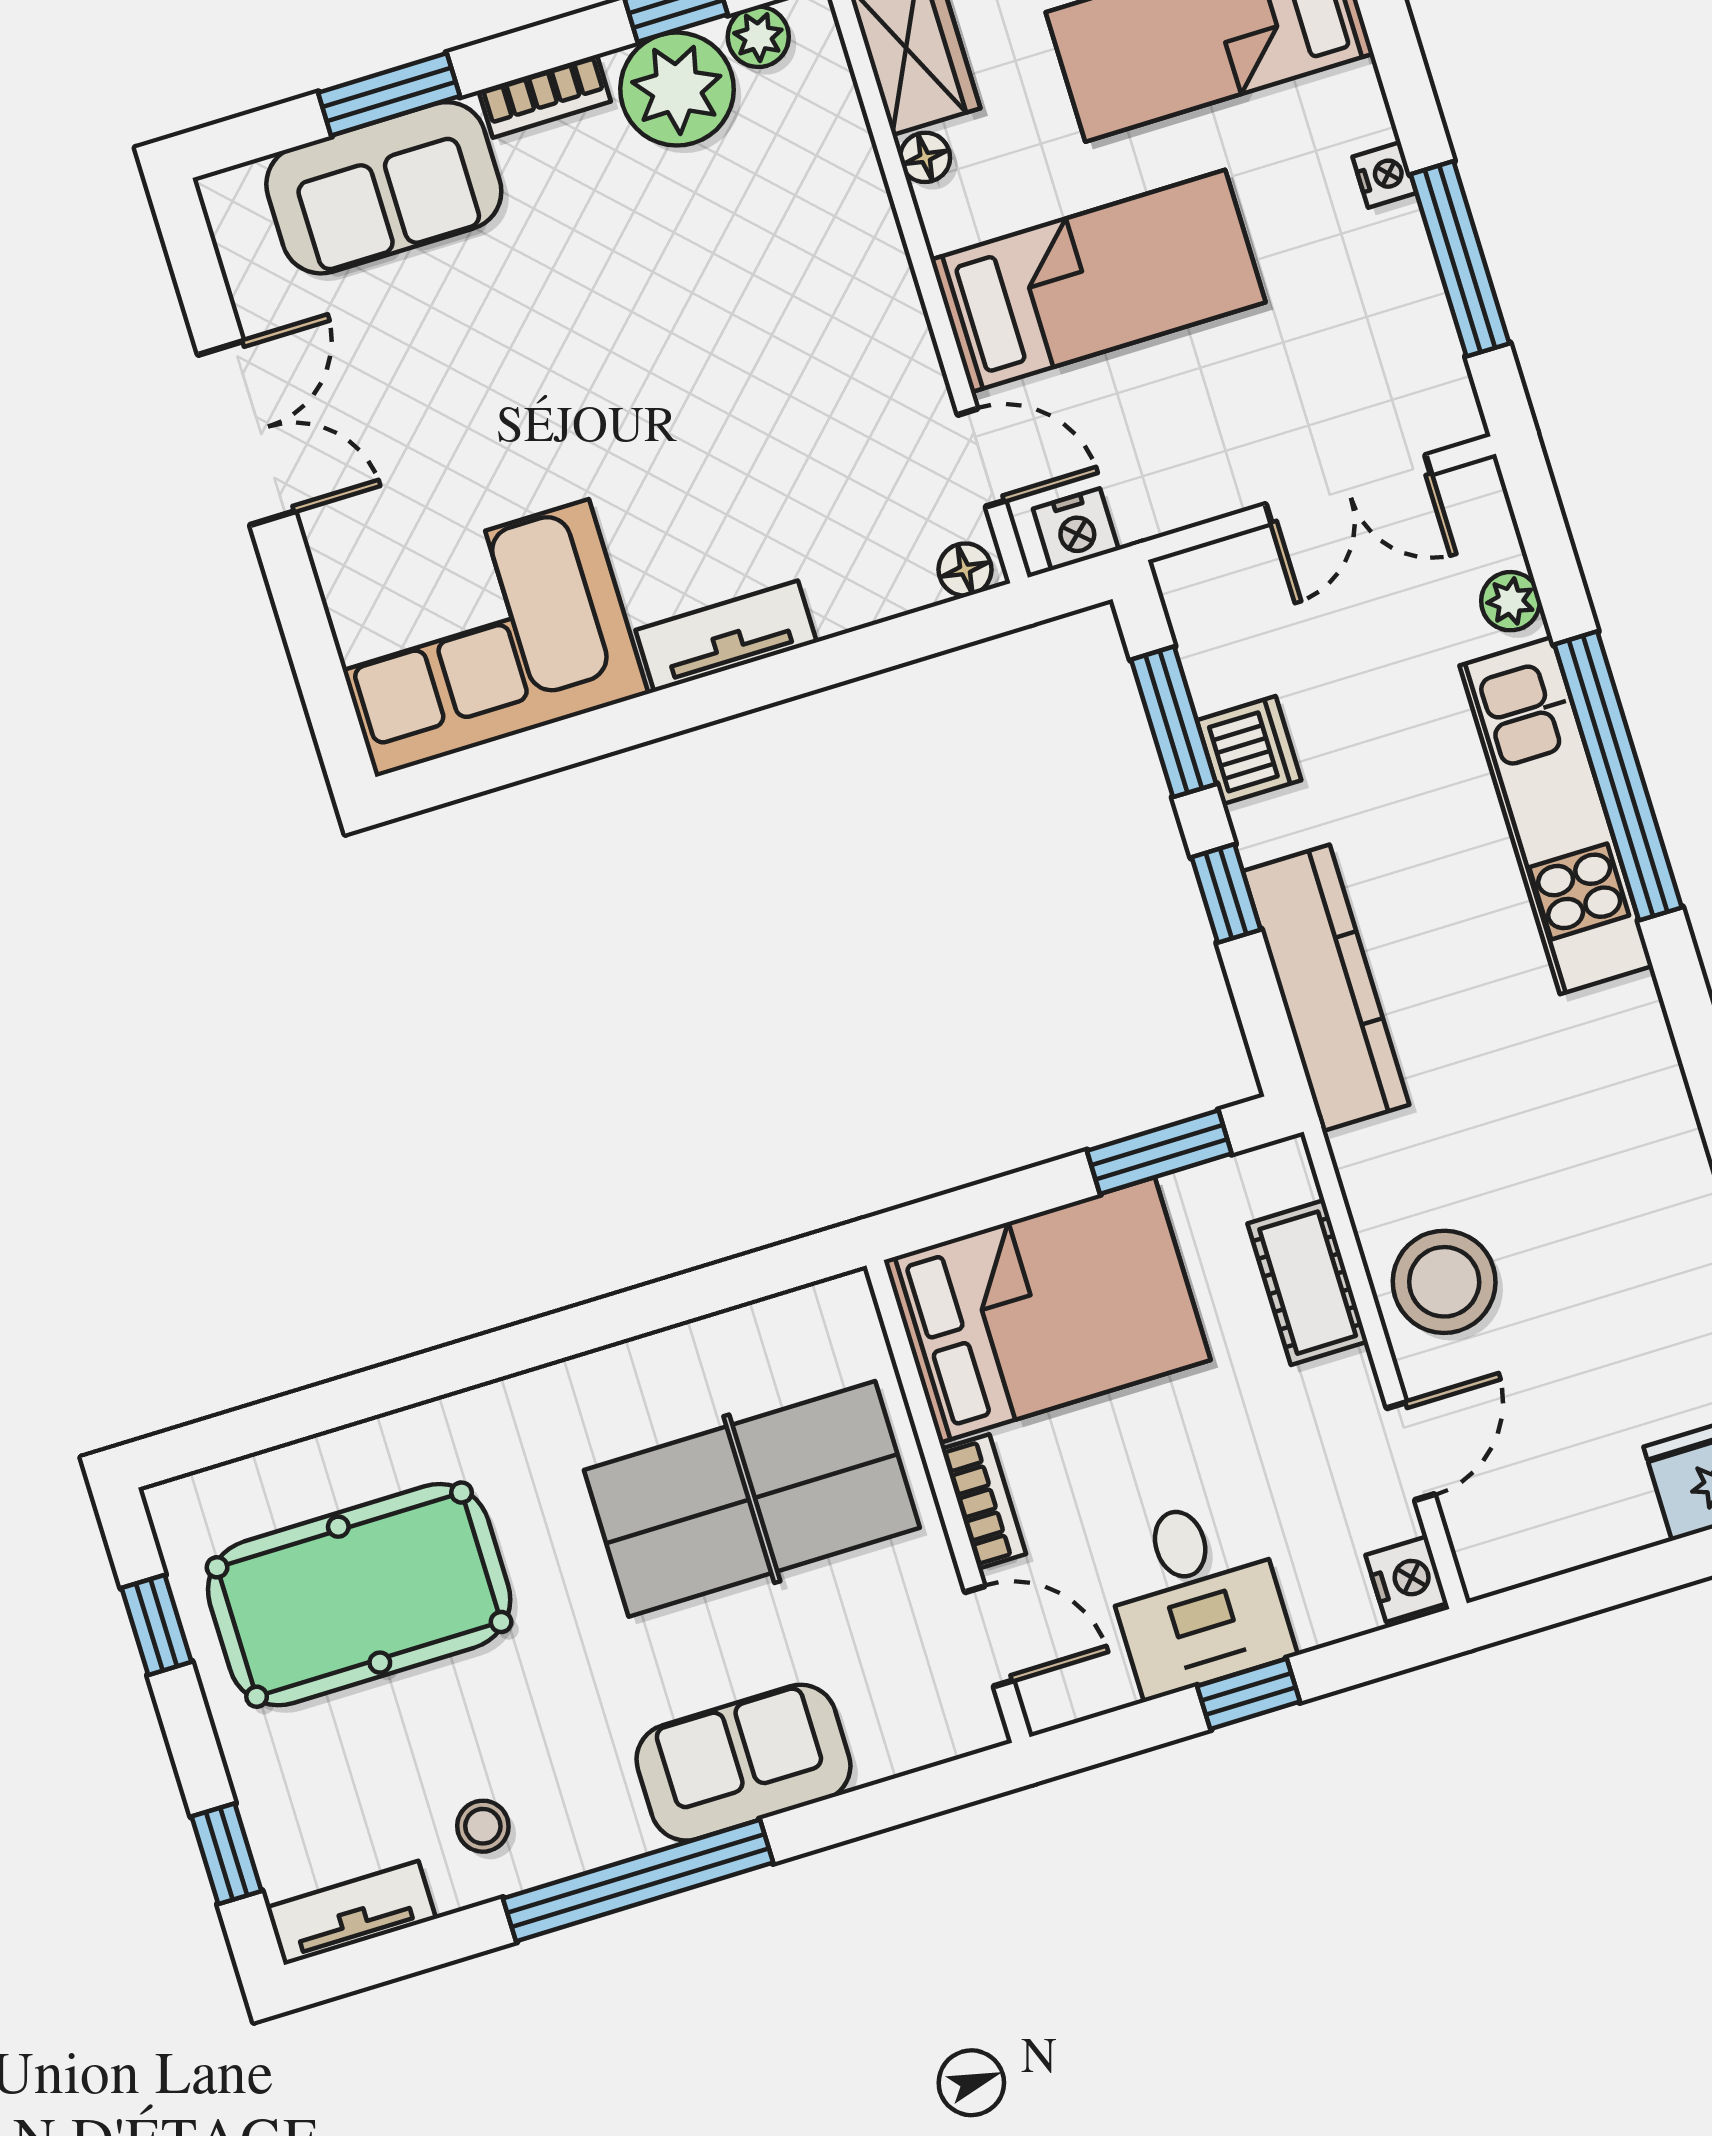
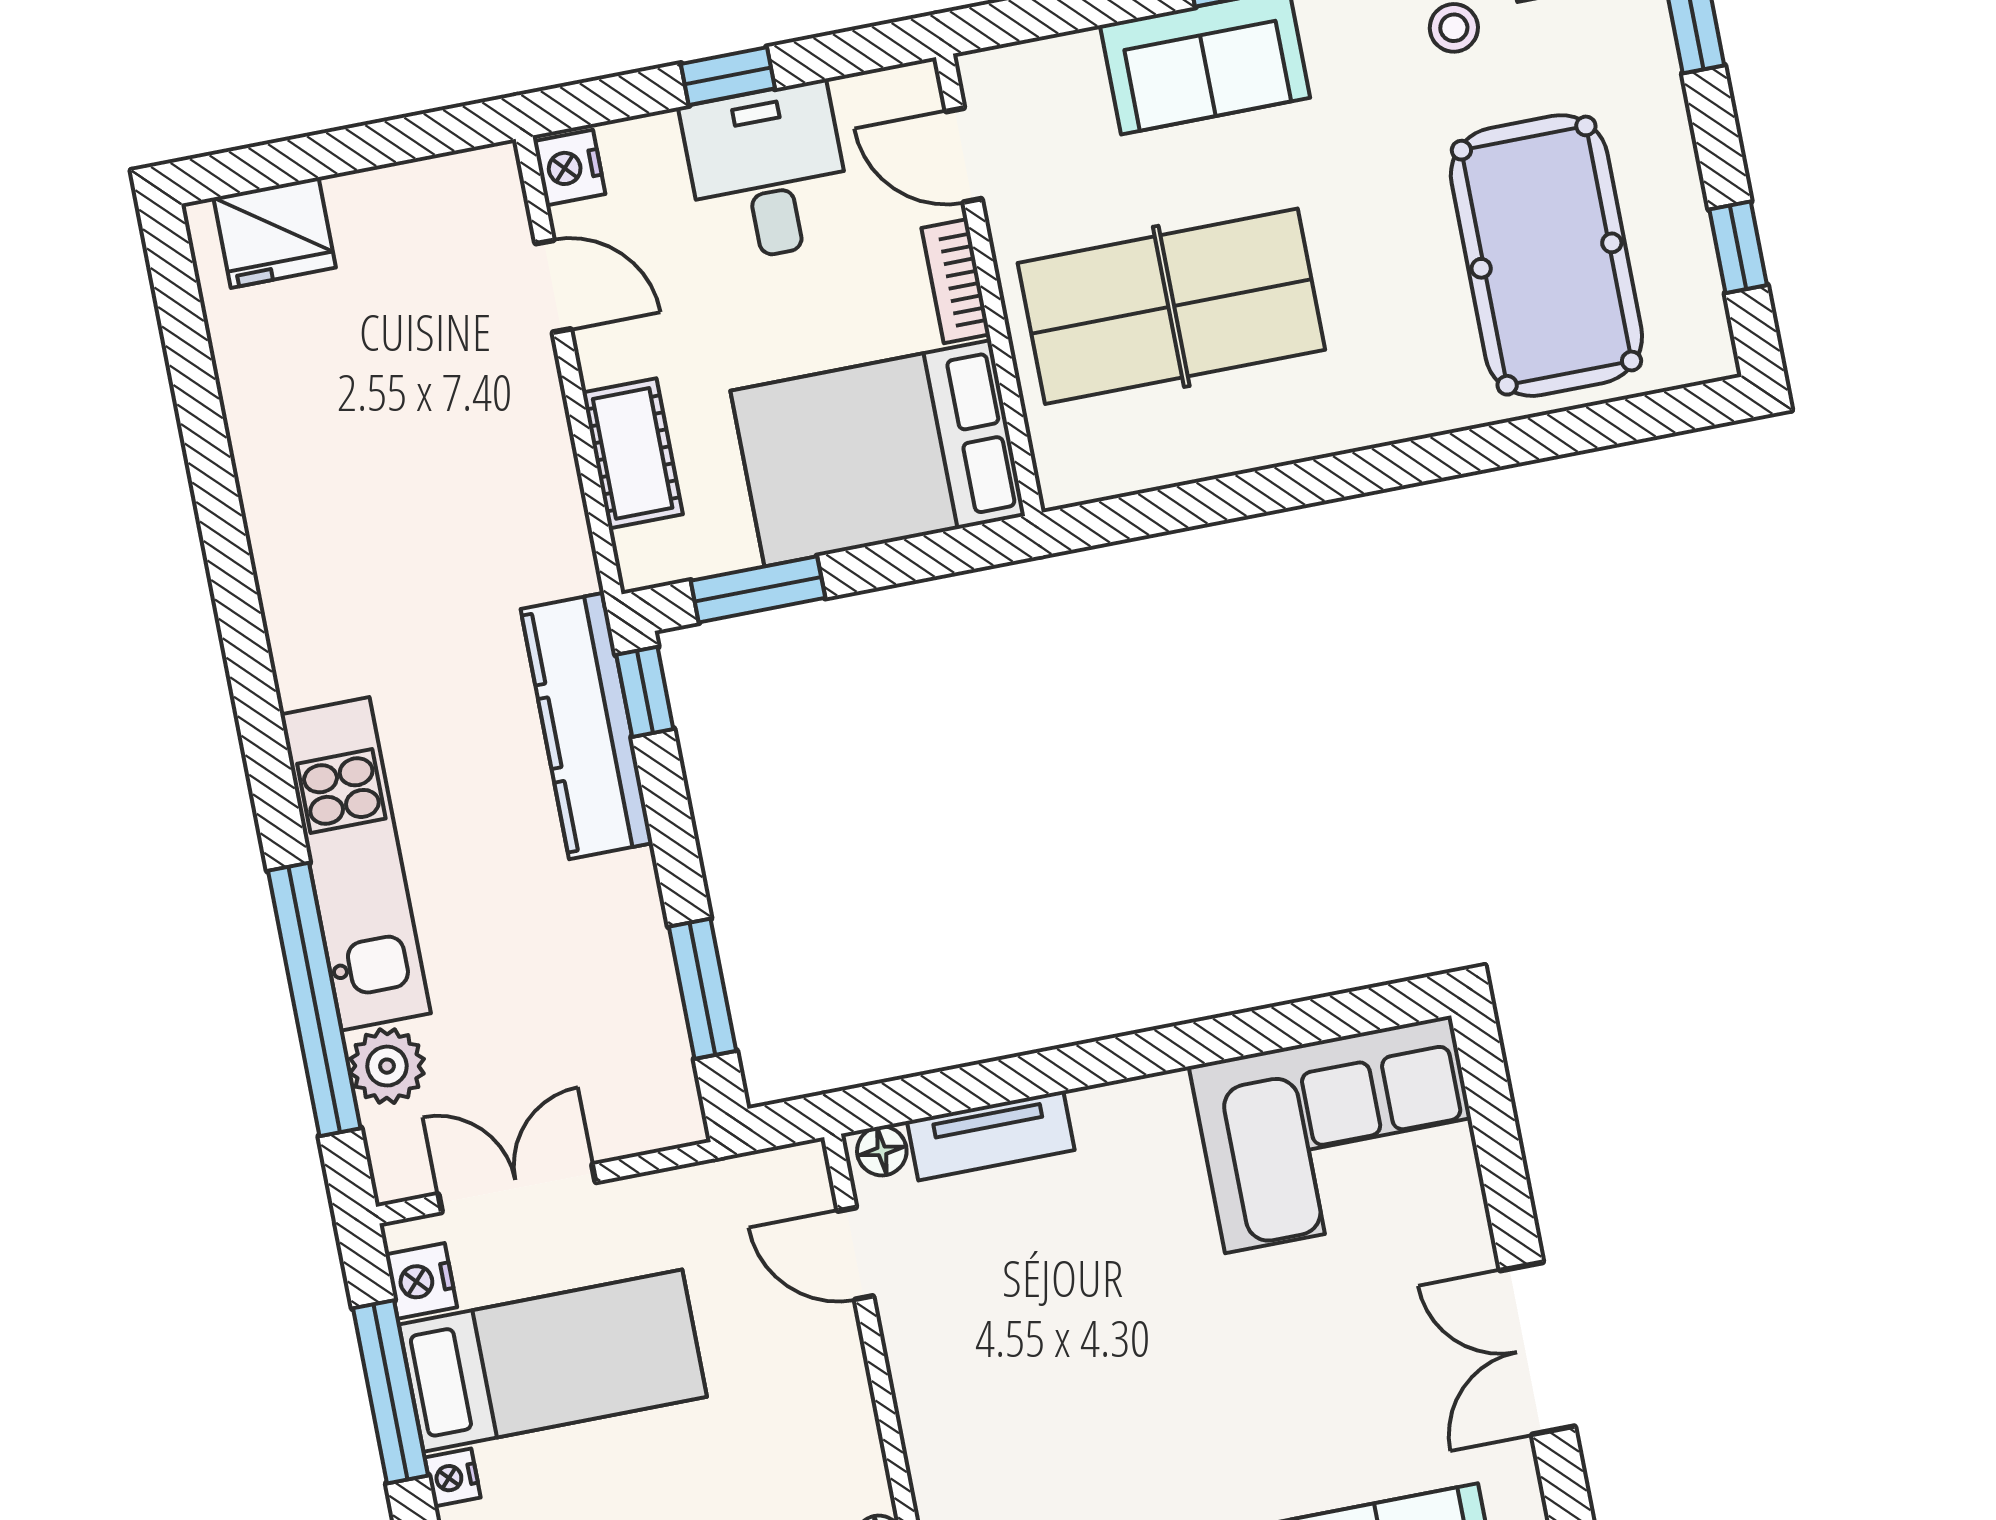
bed: (1098, 281) -> (553, 1361), moved, turned 180
nightstand: (1076, 529) -> (421, 1281), moved, turned -90
plant: (1511, 601) -> (387, 1066), width x1.38, depth x1.38
tv unit: (726, 636) -> (991, 1136), moved
dishwasher: (1249, 750) -> (635, 955), removed
window: (1618, 776) -> (314, 1000), moved
window: (1226, 893) -> (645, 692), moved
stool: (1444, 1282) -> (505, 441), removed
door: (1411, 1451) -> (553, 286), swing flipped
pool table: (359, 1595) -> (1546, 256), turned 90

